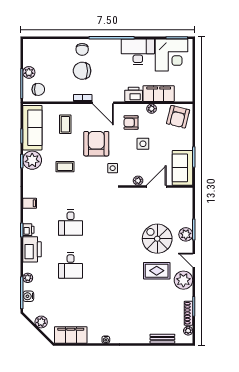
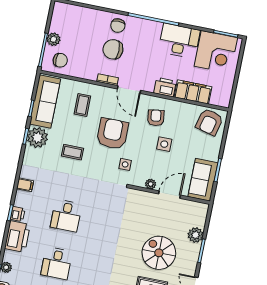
plant: (152, 109) -> (182, 107), removed
armchair: (131, 122) -> (156, 118), turned 82
plant: (186, 234) -> (196, 235), moved

